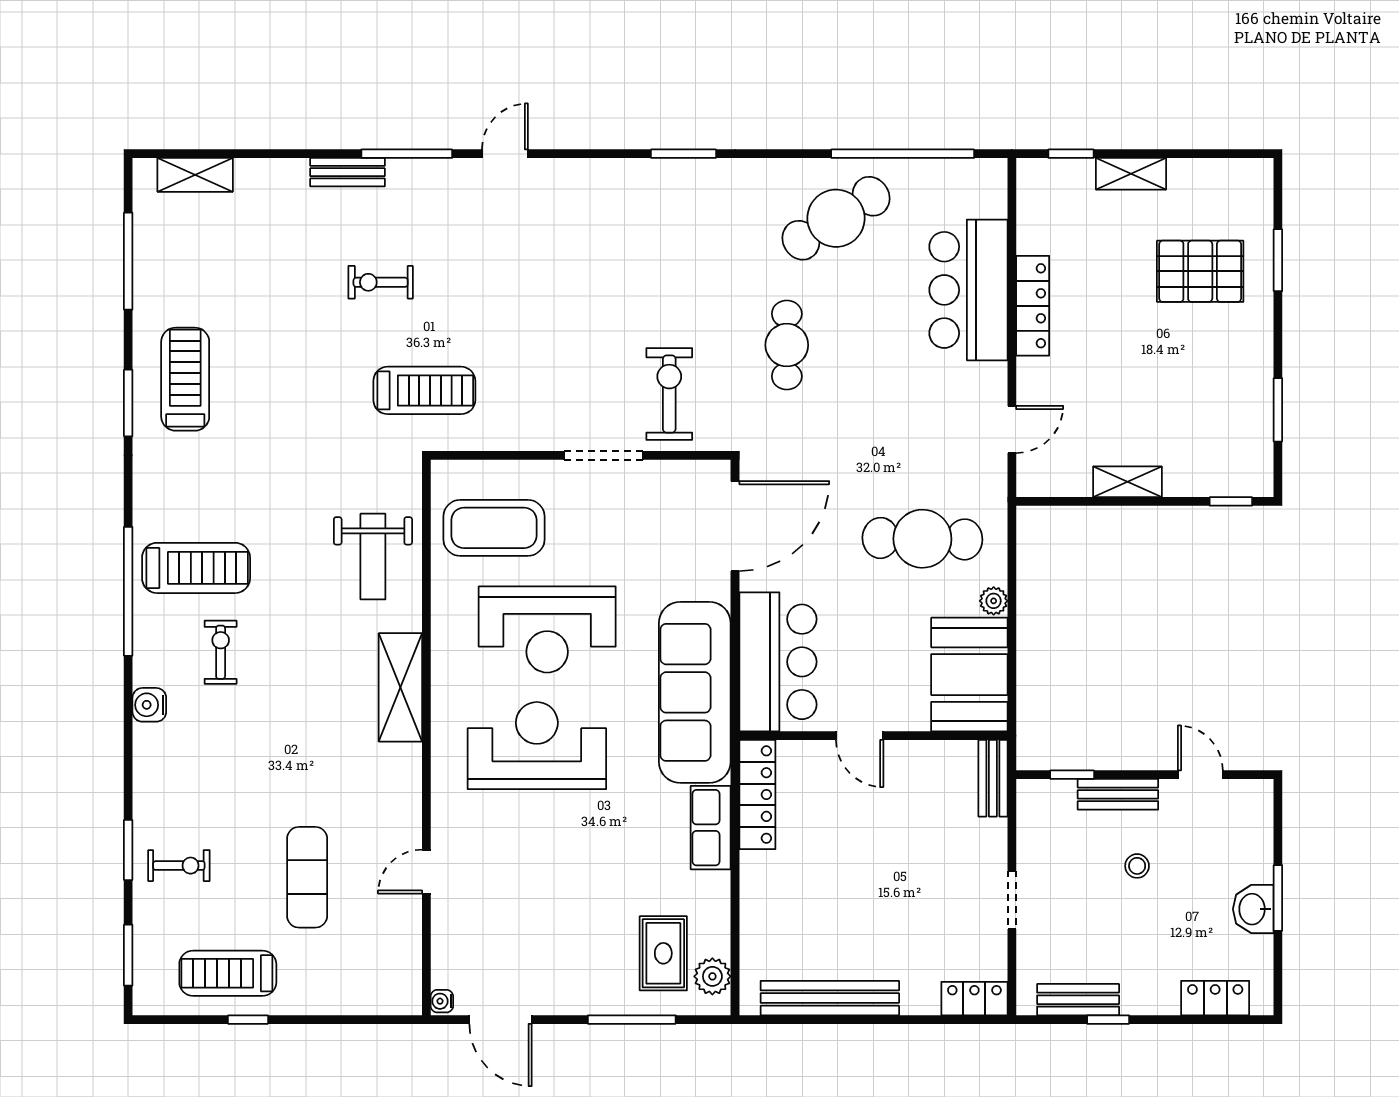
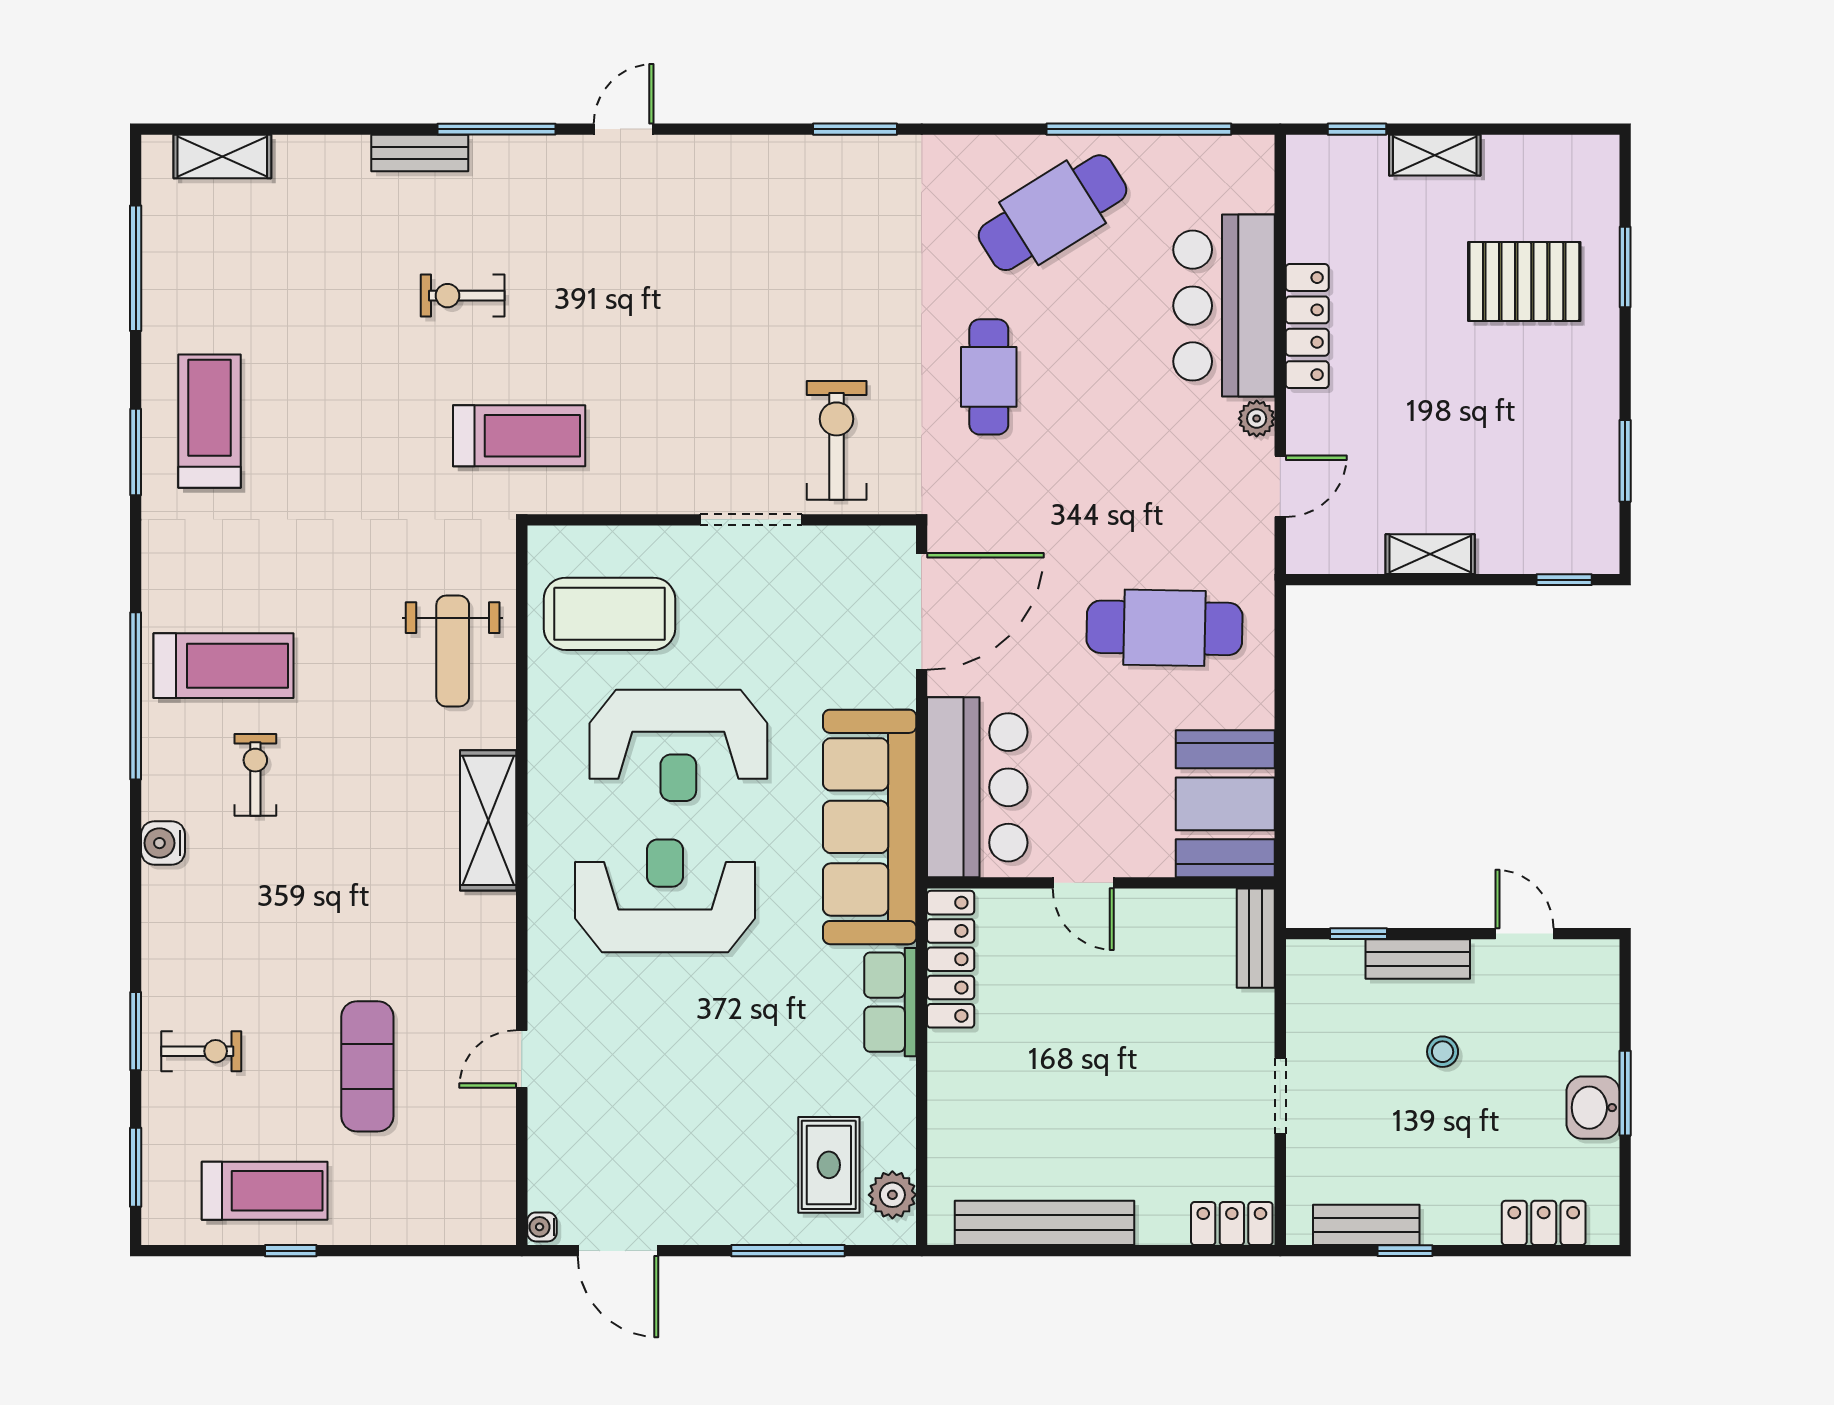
plant: (994, 601) -> (1257, 419), moved
treadmill: (228, 973) -> (265, 1191), turned 180

